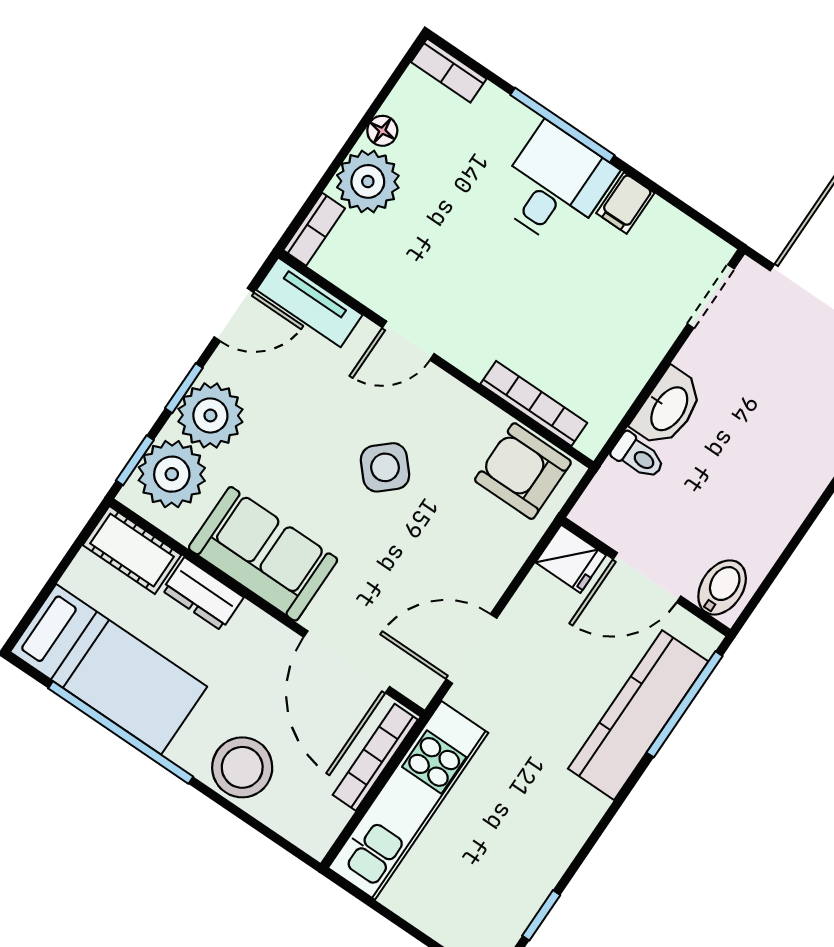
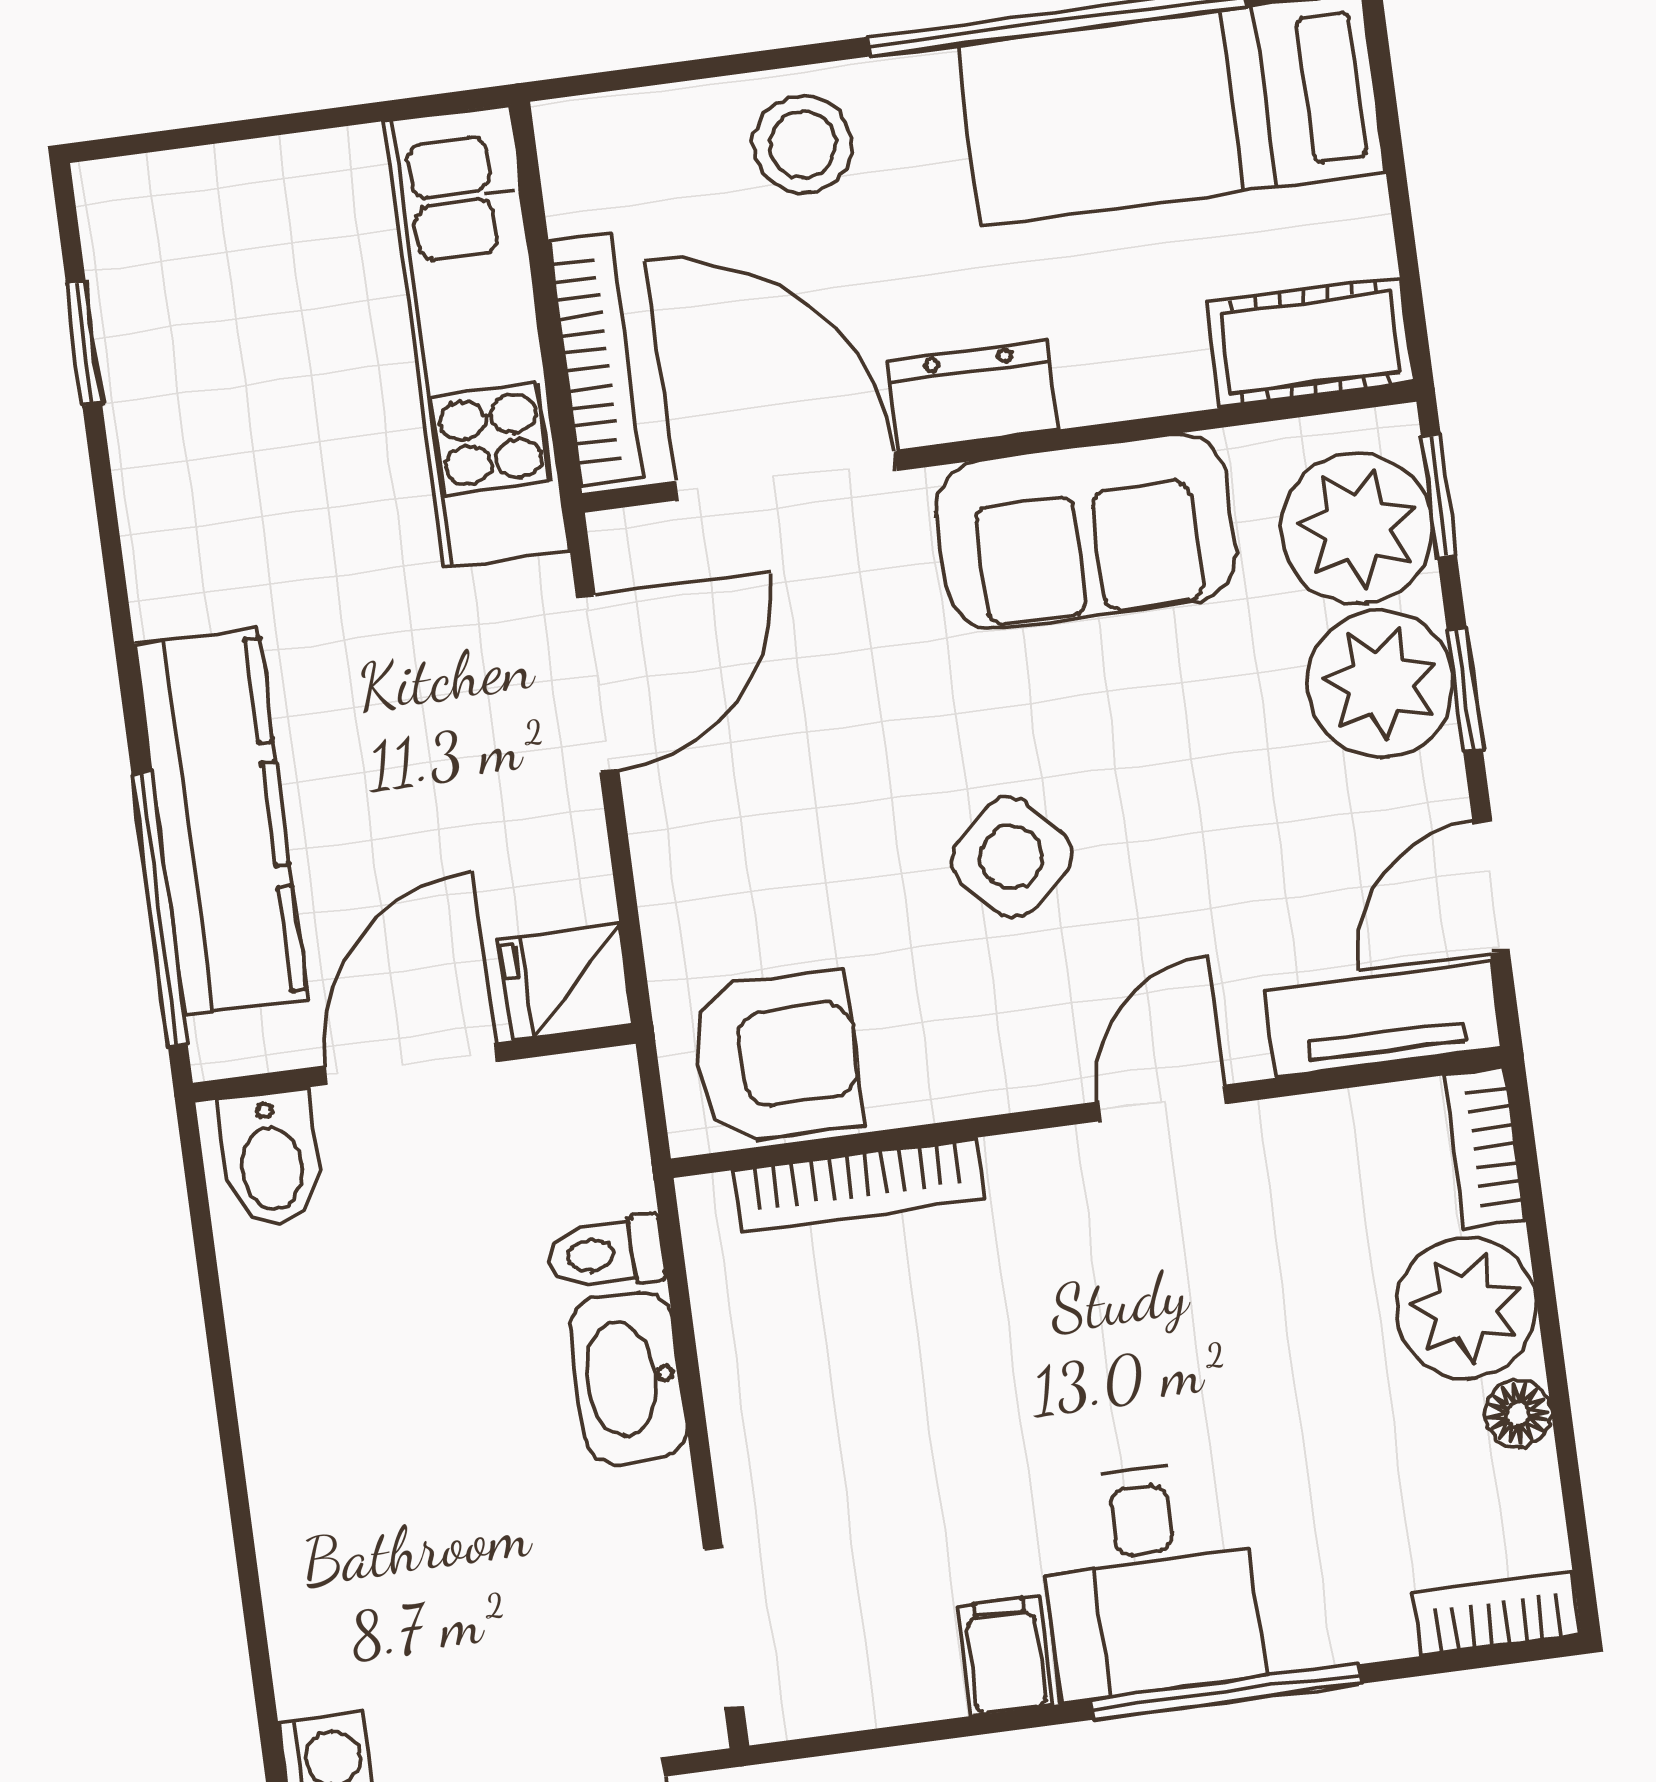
dresser: (203, 594) -> (973, 395), moved
stool: (242, 767) -> (803, 144), width x0.73, depth x0.73

